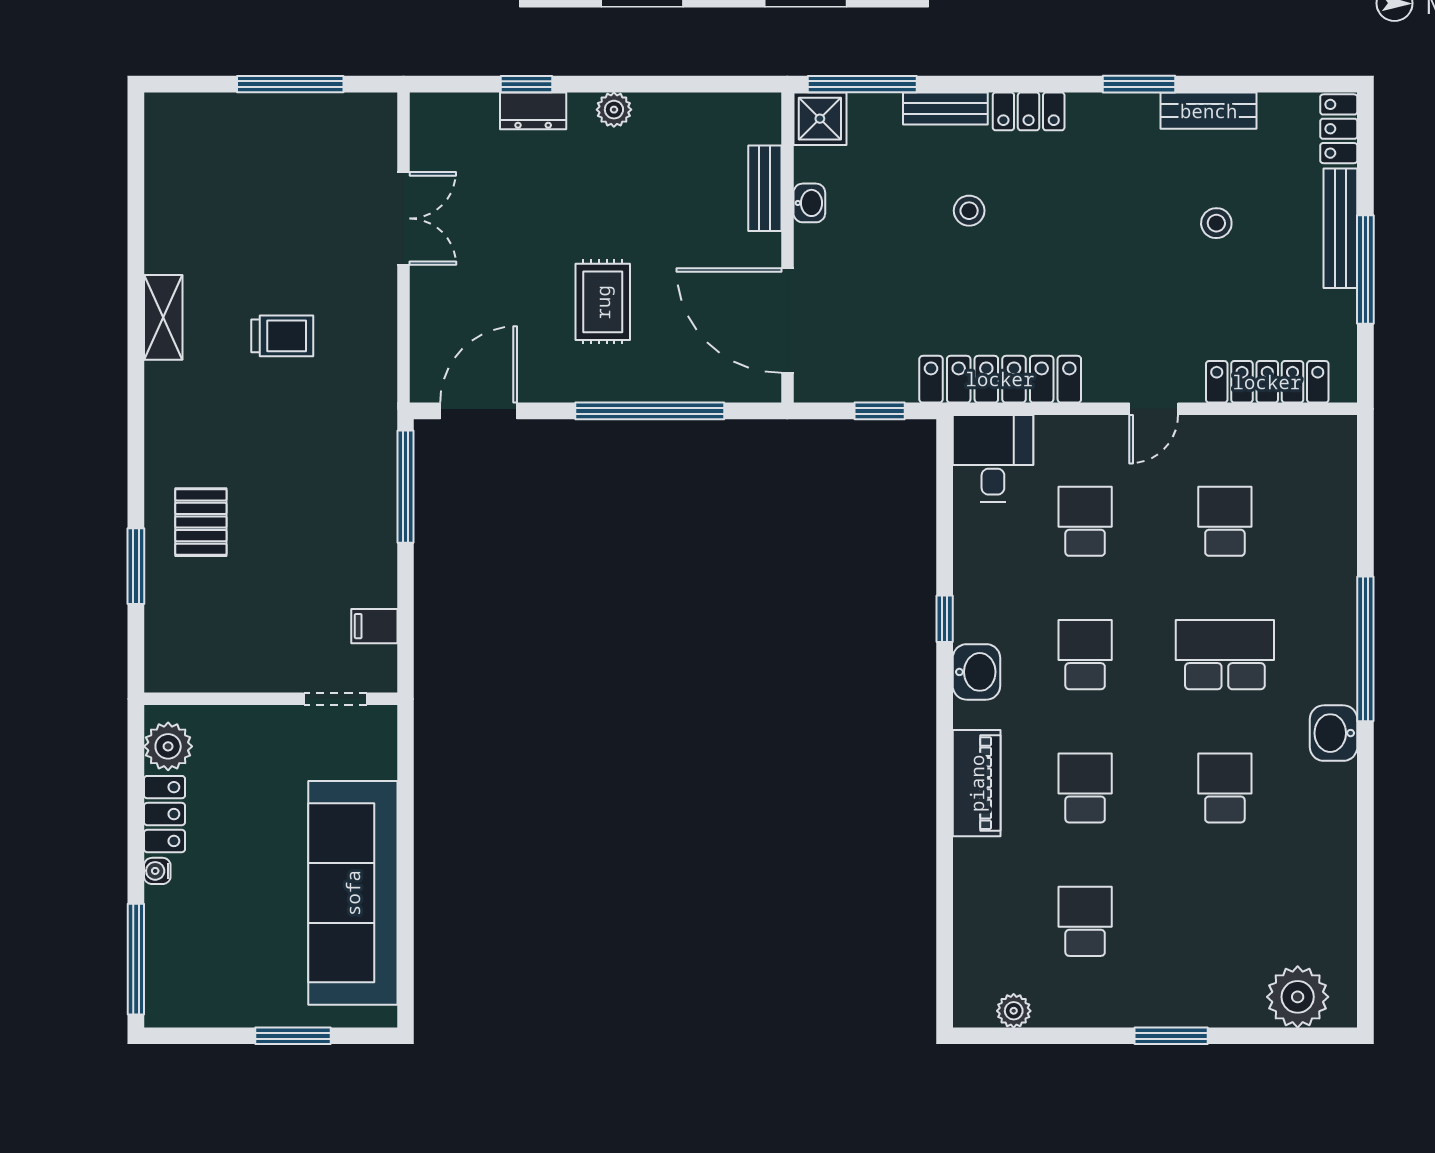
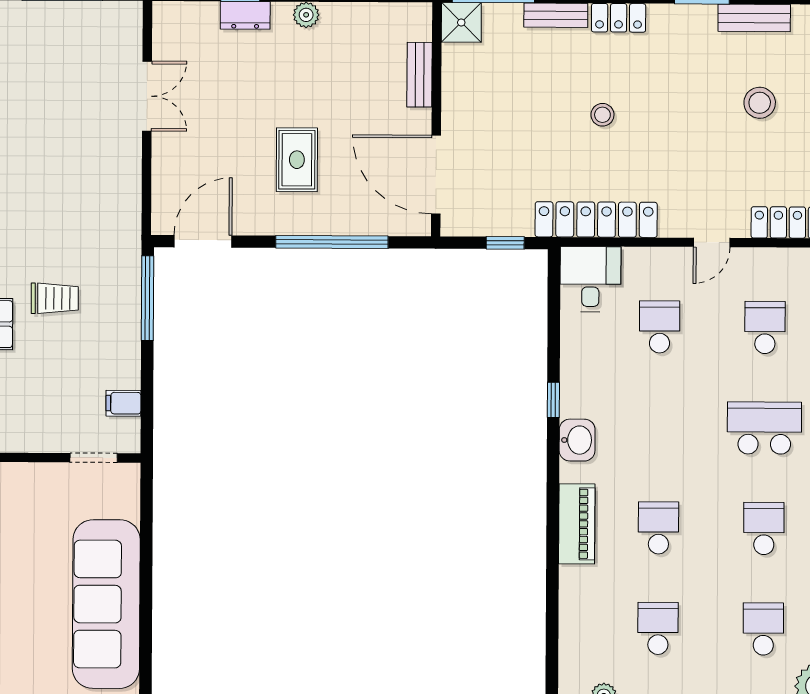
washbasin: (809, 203) -> (453, 86), removed
stool: (969, 211) -> (602, 115), moved
stool: (1216, 223) -> (760, 103), width x1.37, depth x1.37
trolley: (282, 336) -> (55, 298), moved
school desk: (1085, 655) -> (763, 629), moved

